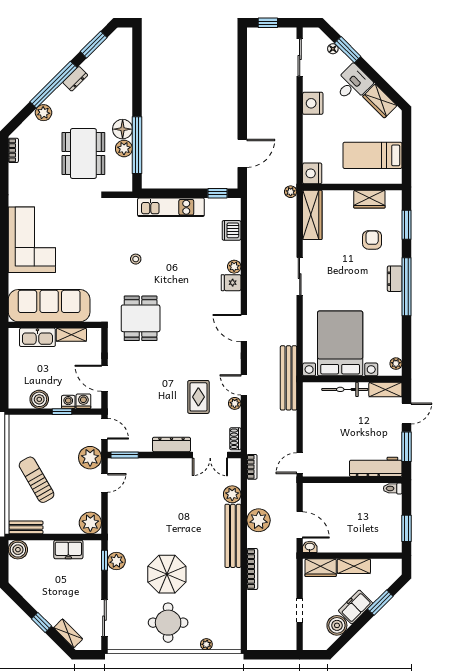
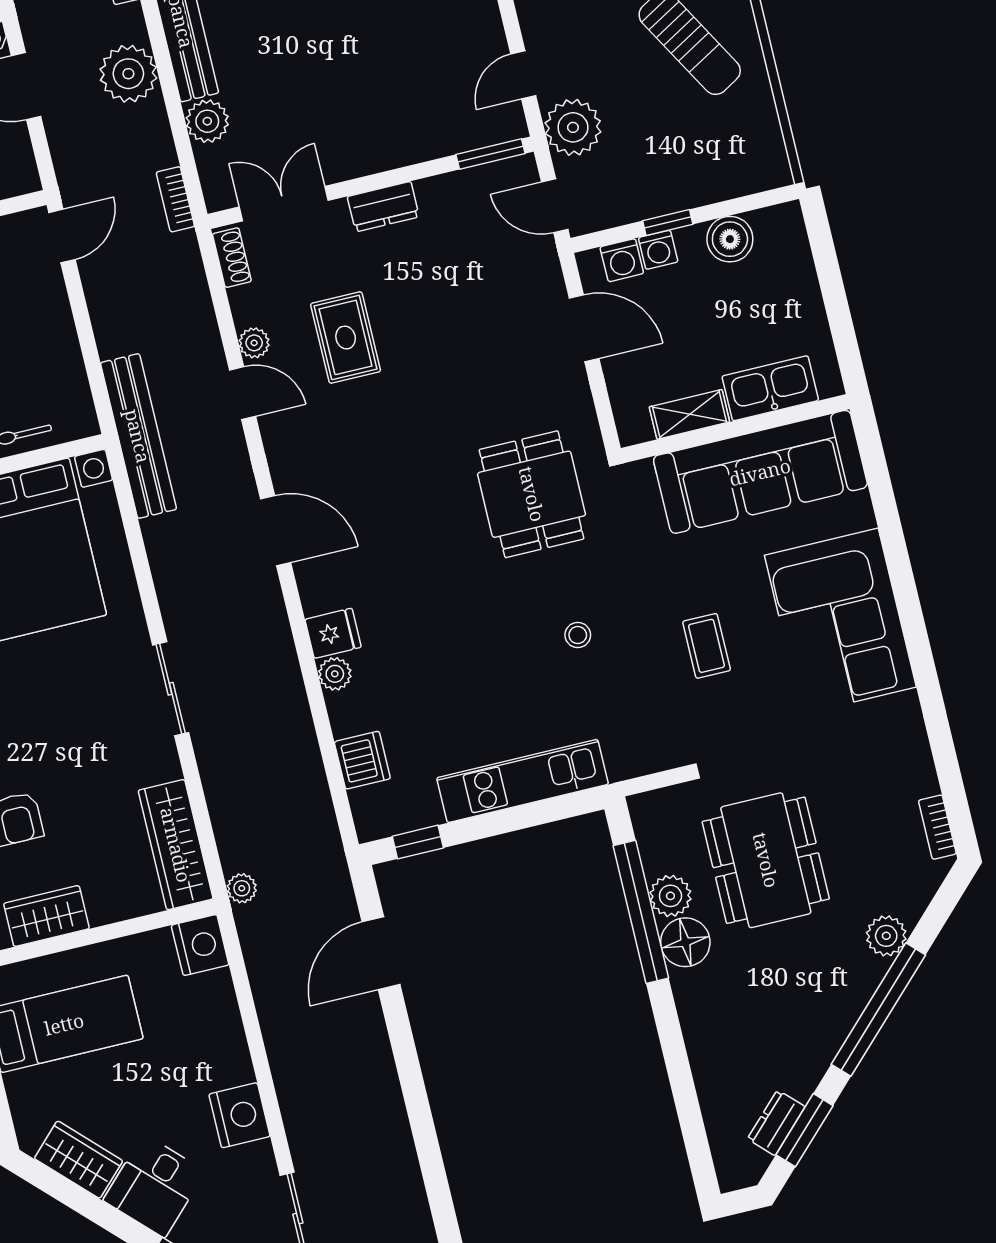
dresser: (75, 79) -> (776, 1123), moved
coffee table: (86, 243) -> (707, 646), added
dresser: (171, 444) -> (383, 207), width x0.70

